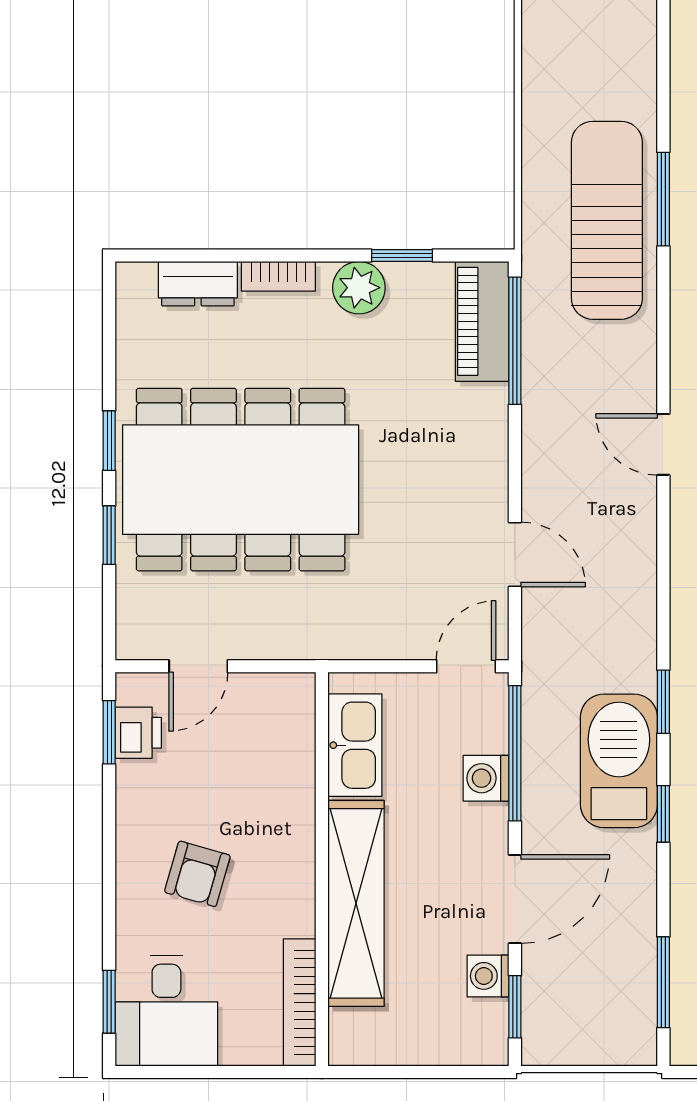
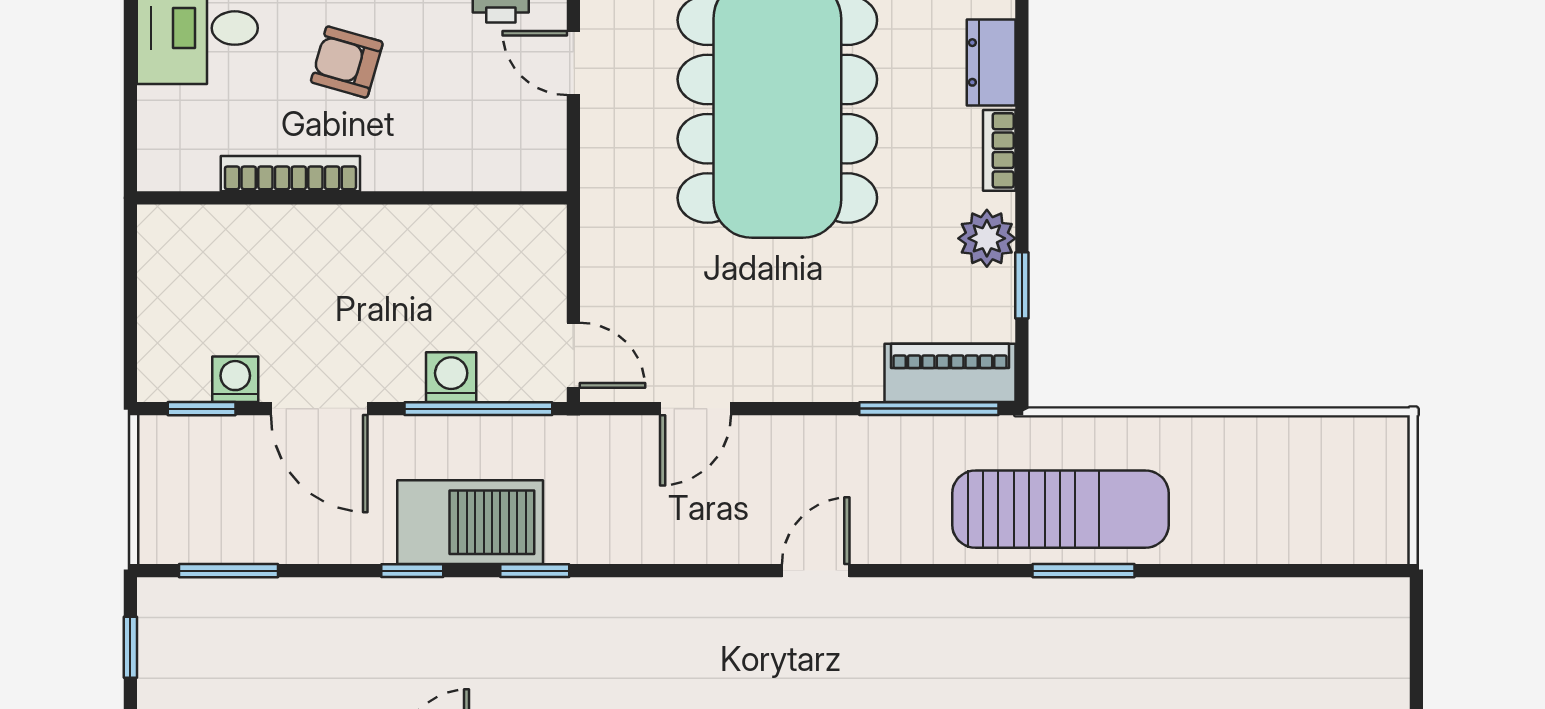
kitchen sink: (355, 745) -> (487, 234), removed
shelving: (356, 903) -> (314, 235), removed
bookcase: (300, 1002) -> (290, 174), moved

